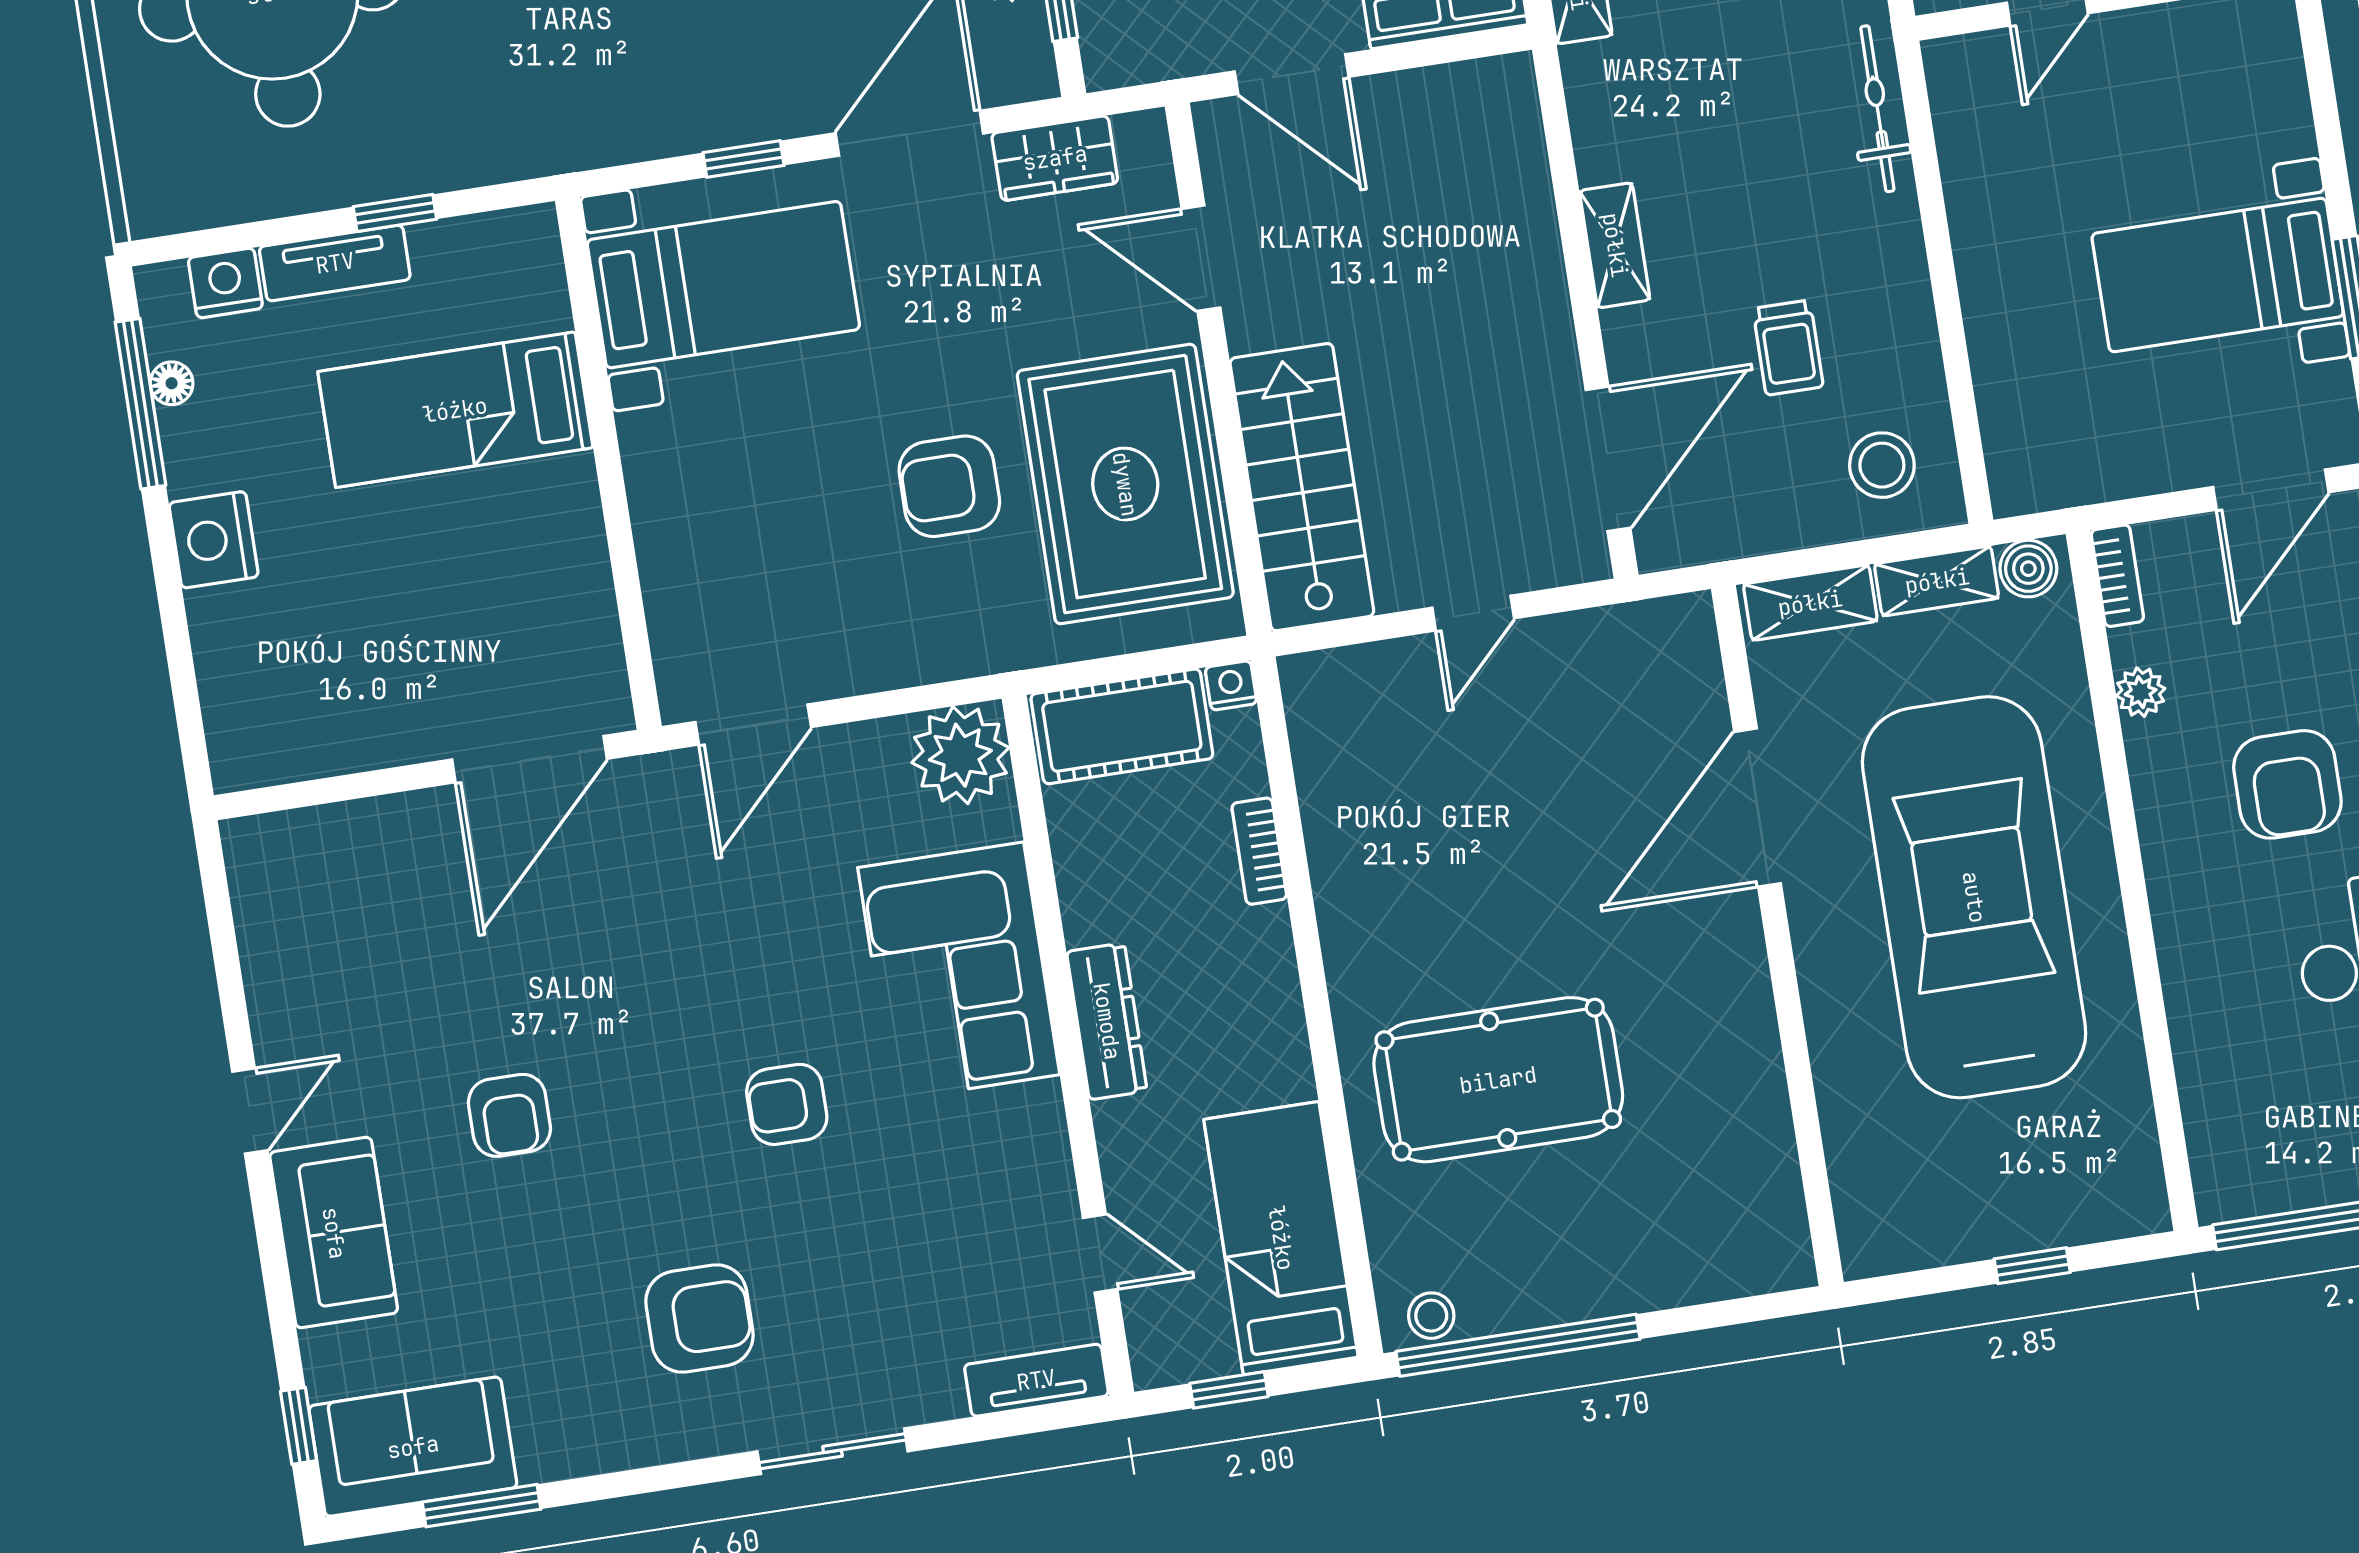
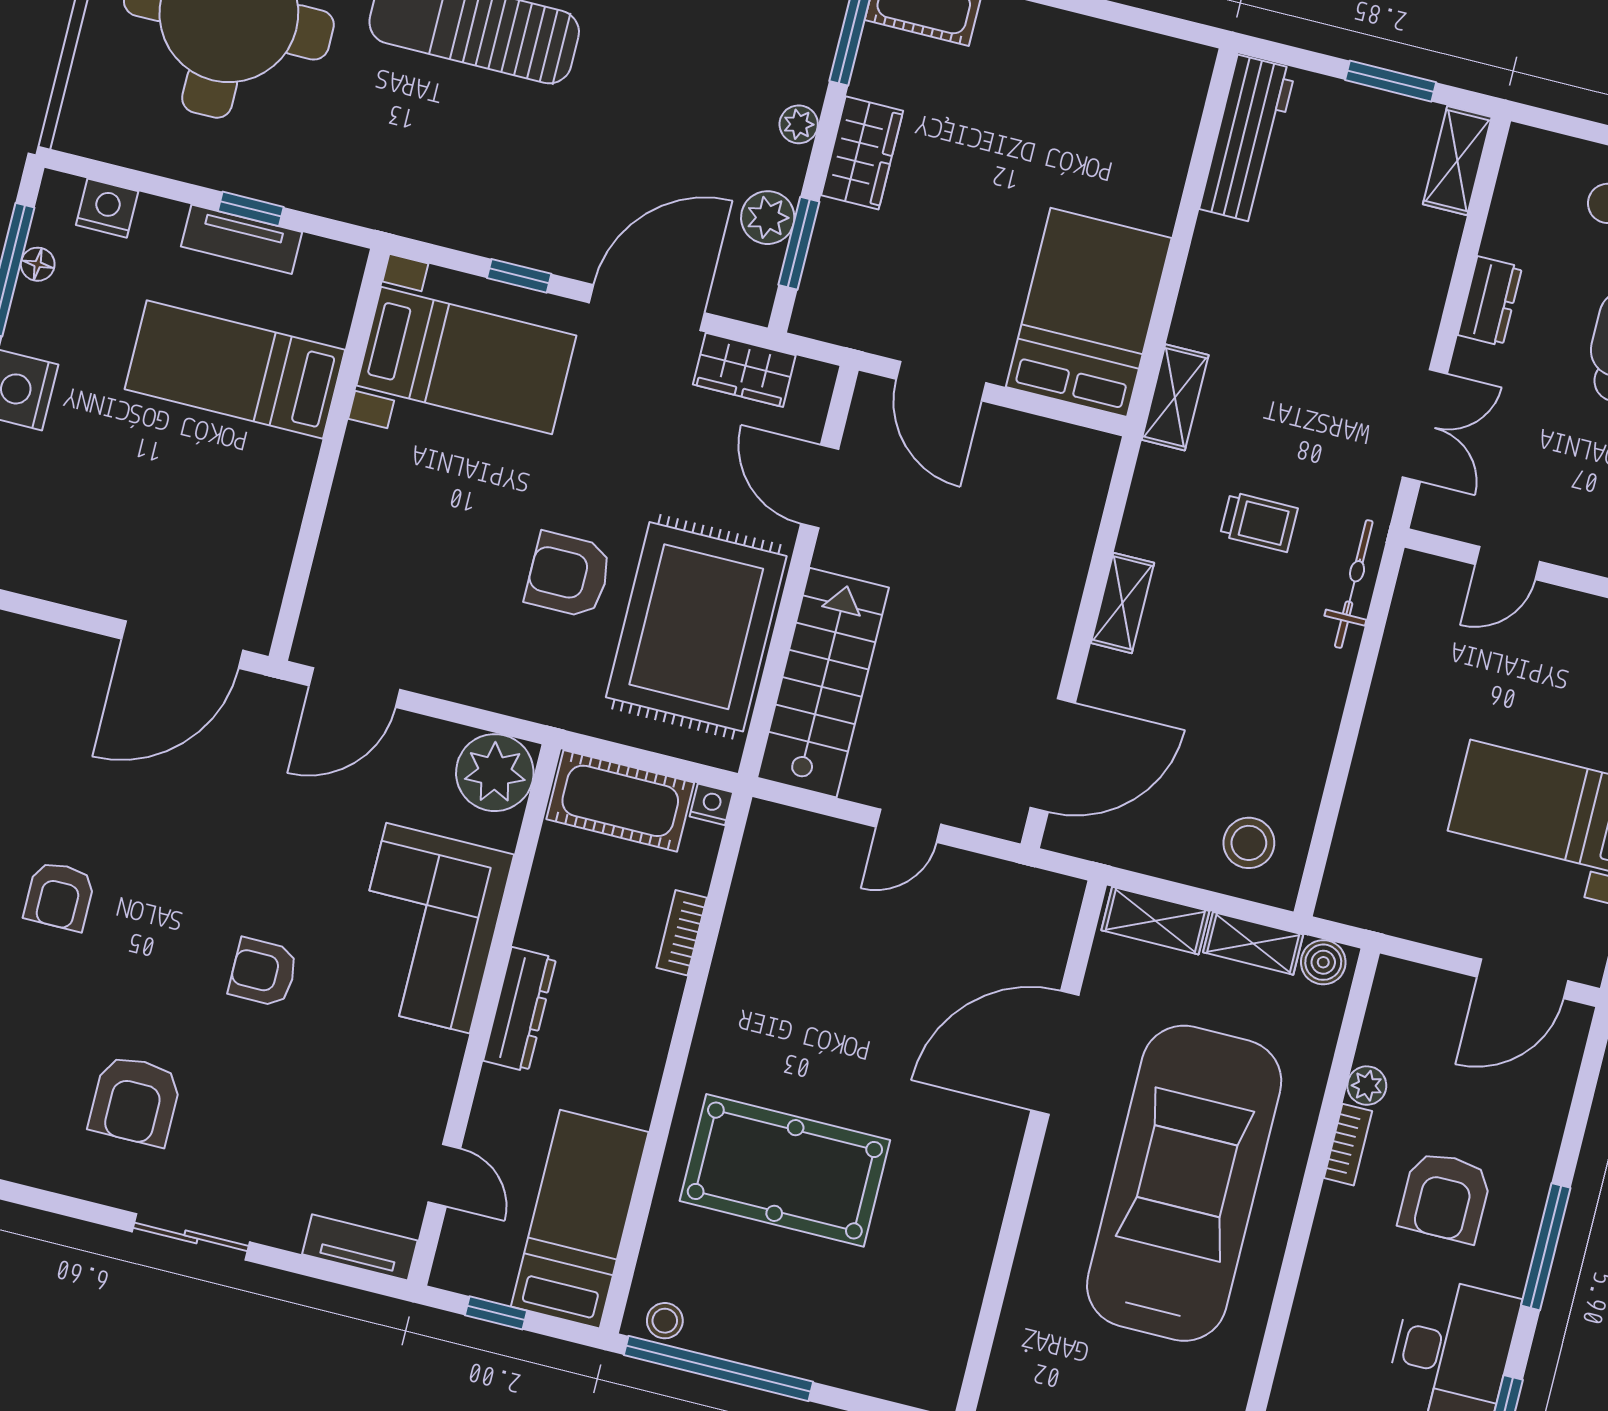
tv unit: (335, 263) -> (242, 239), moved
trolley: (1788, 348) -> (1259, 522), moved, turned -90
bookcase: (2117, 576) -> (1348, 1145), moved
armchair: (699, 1319) -> (135, 1100), turned 90

